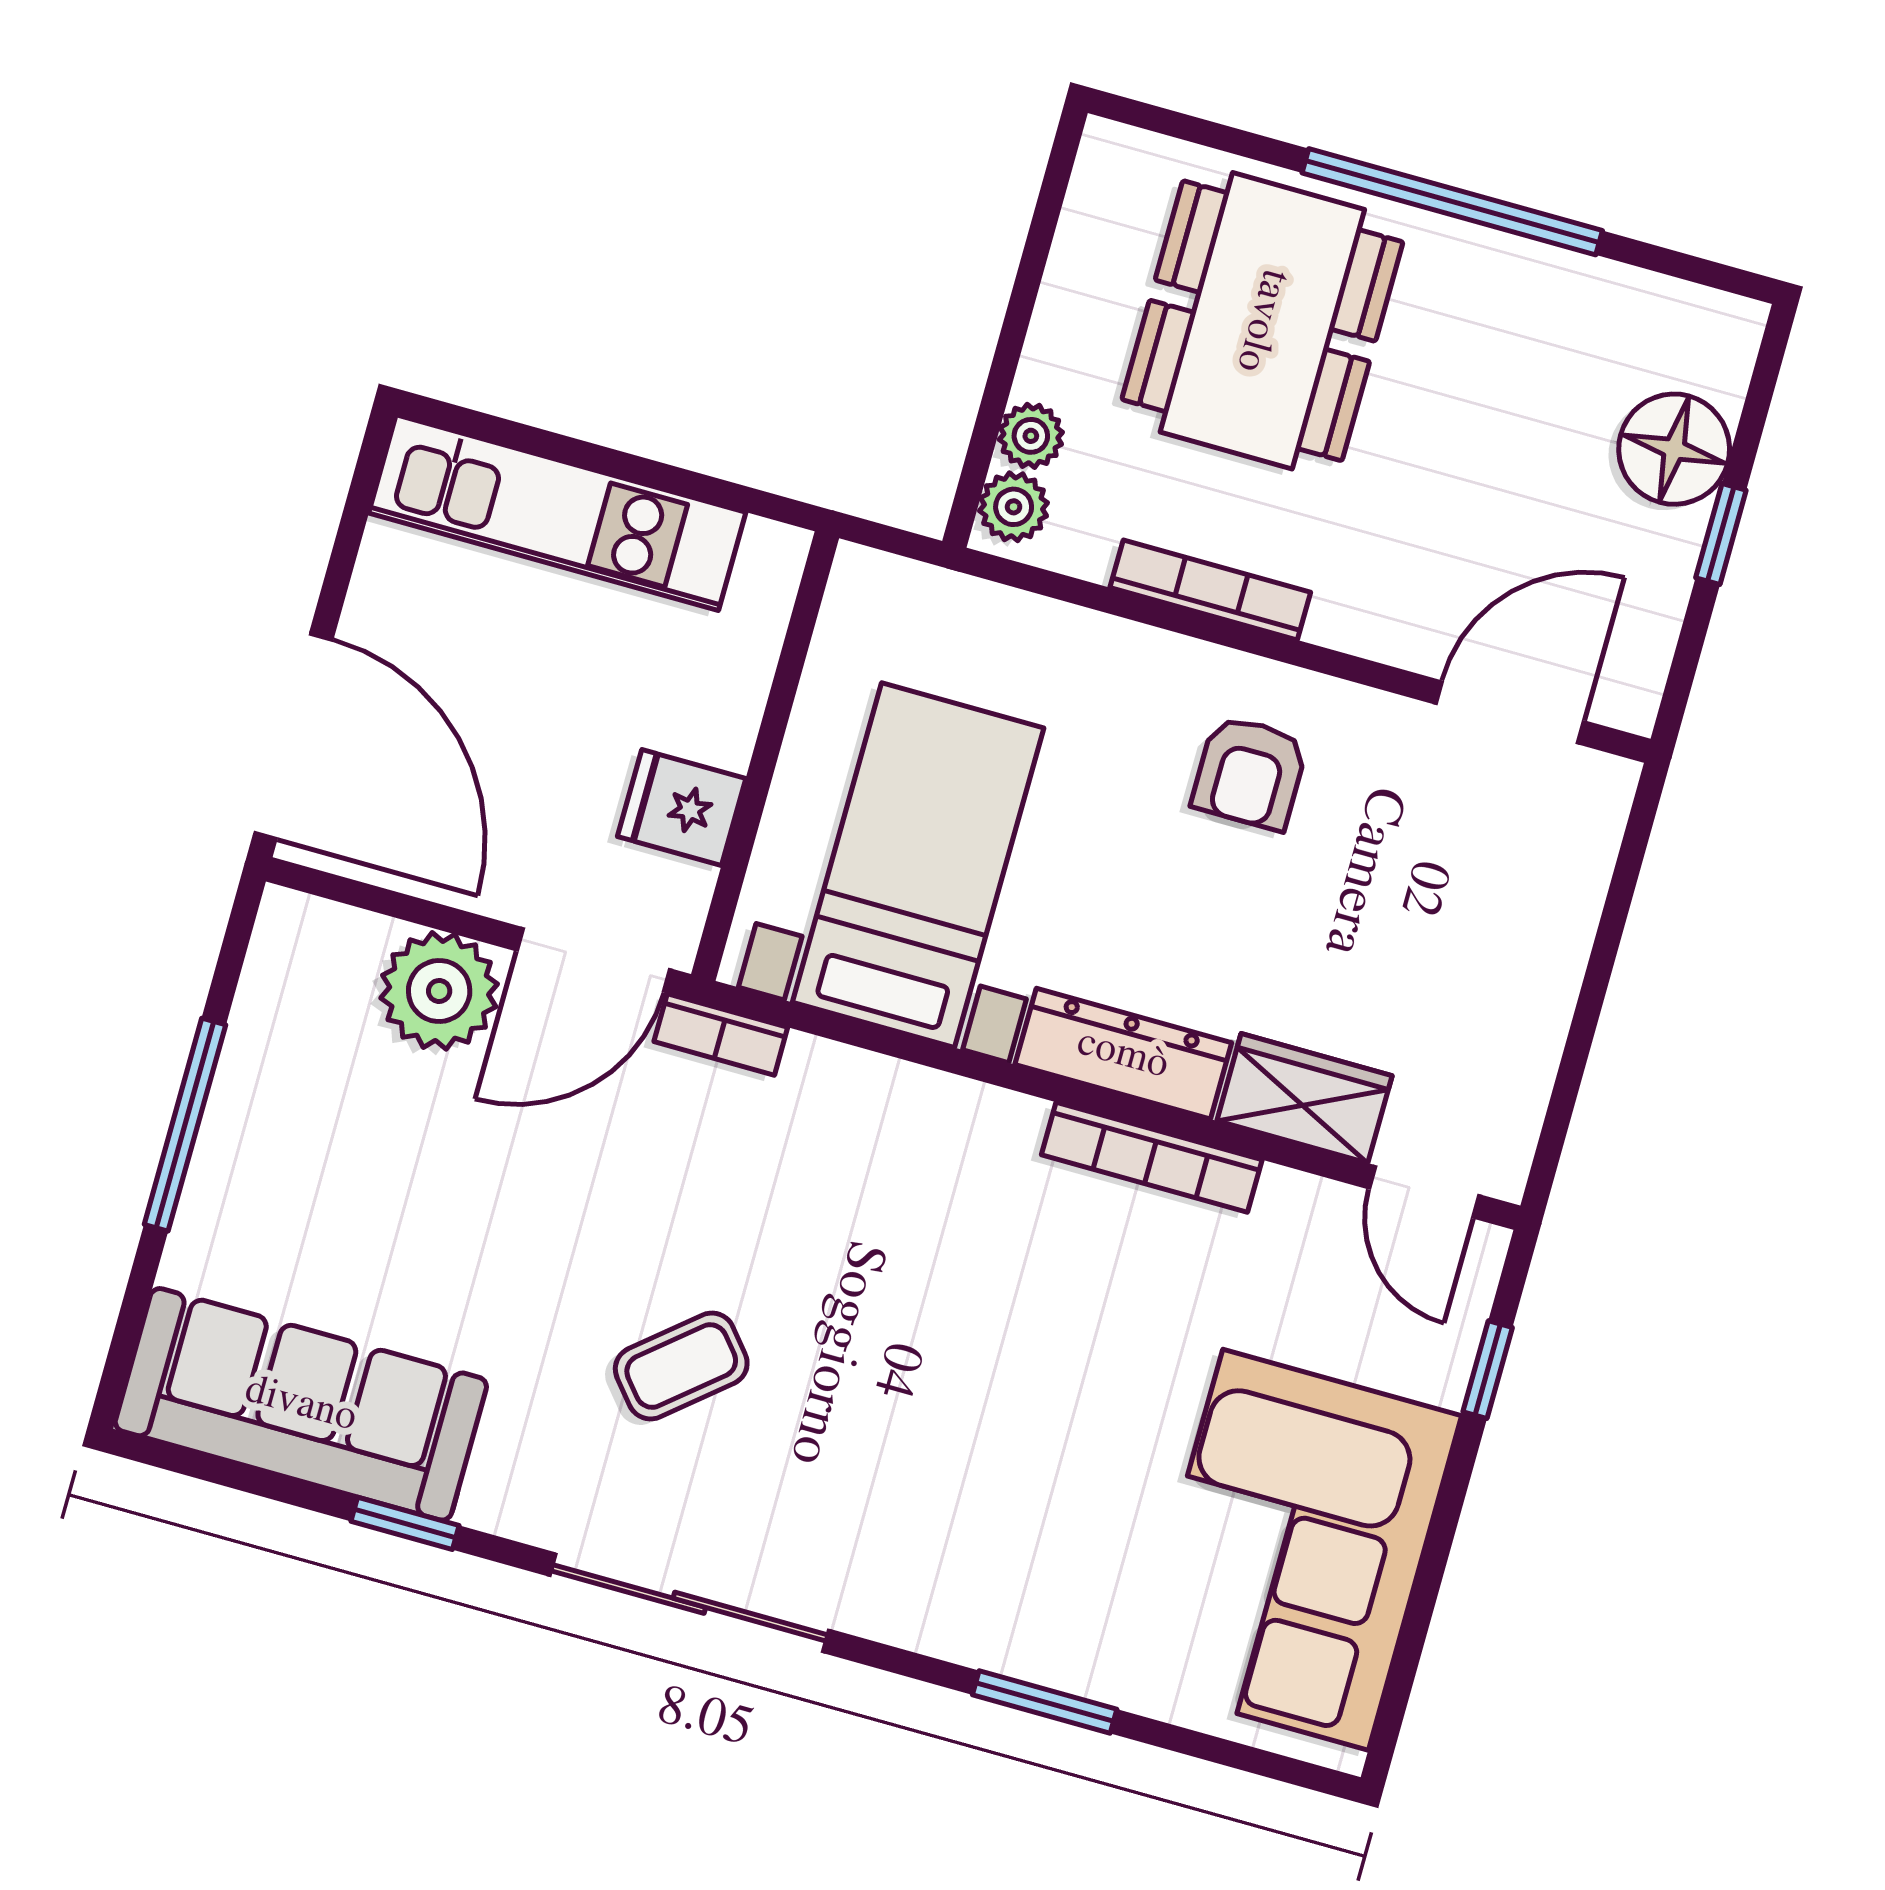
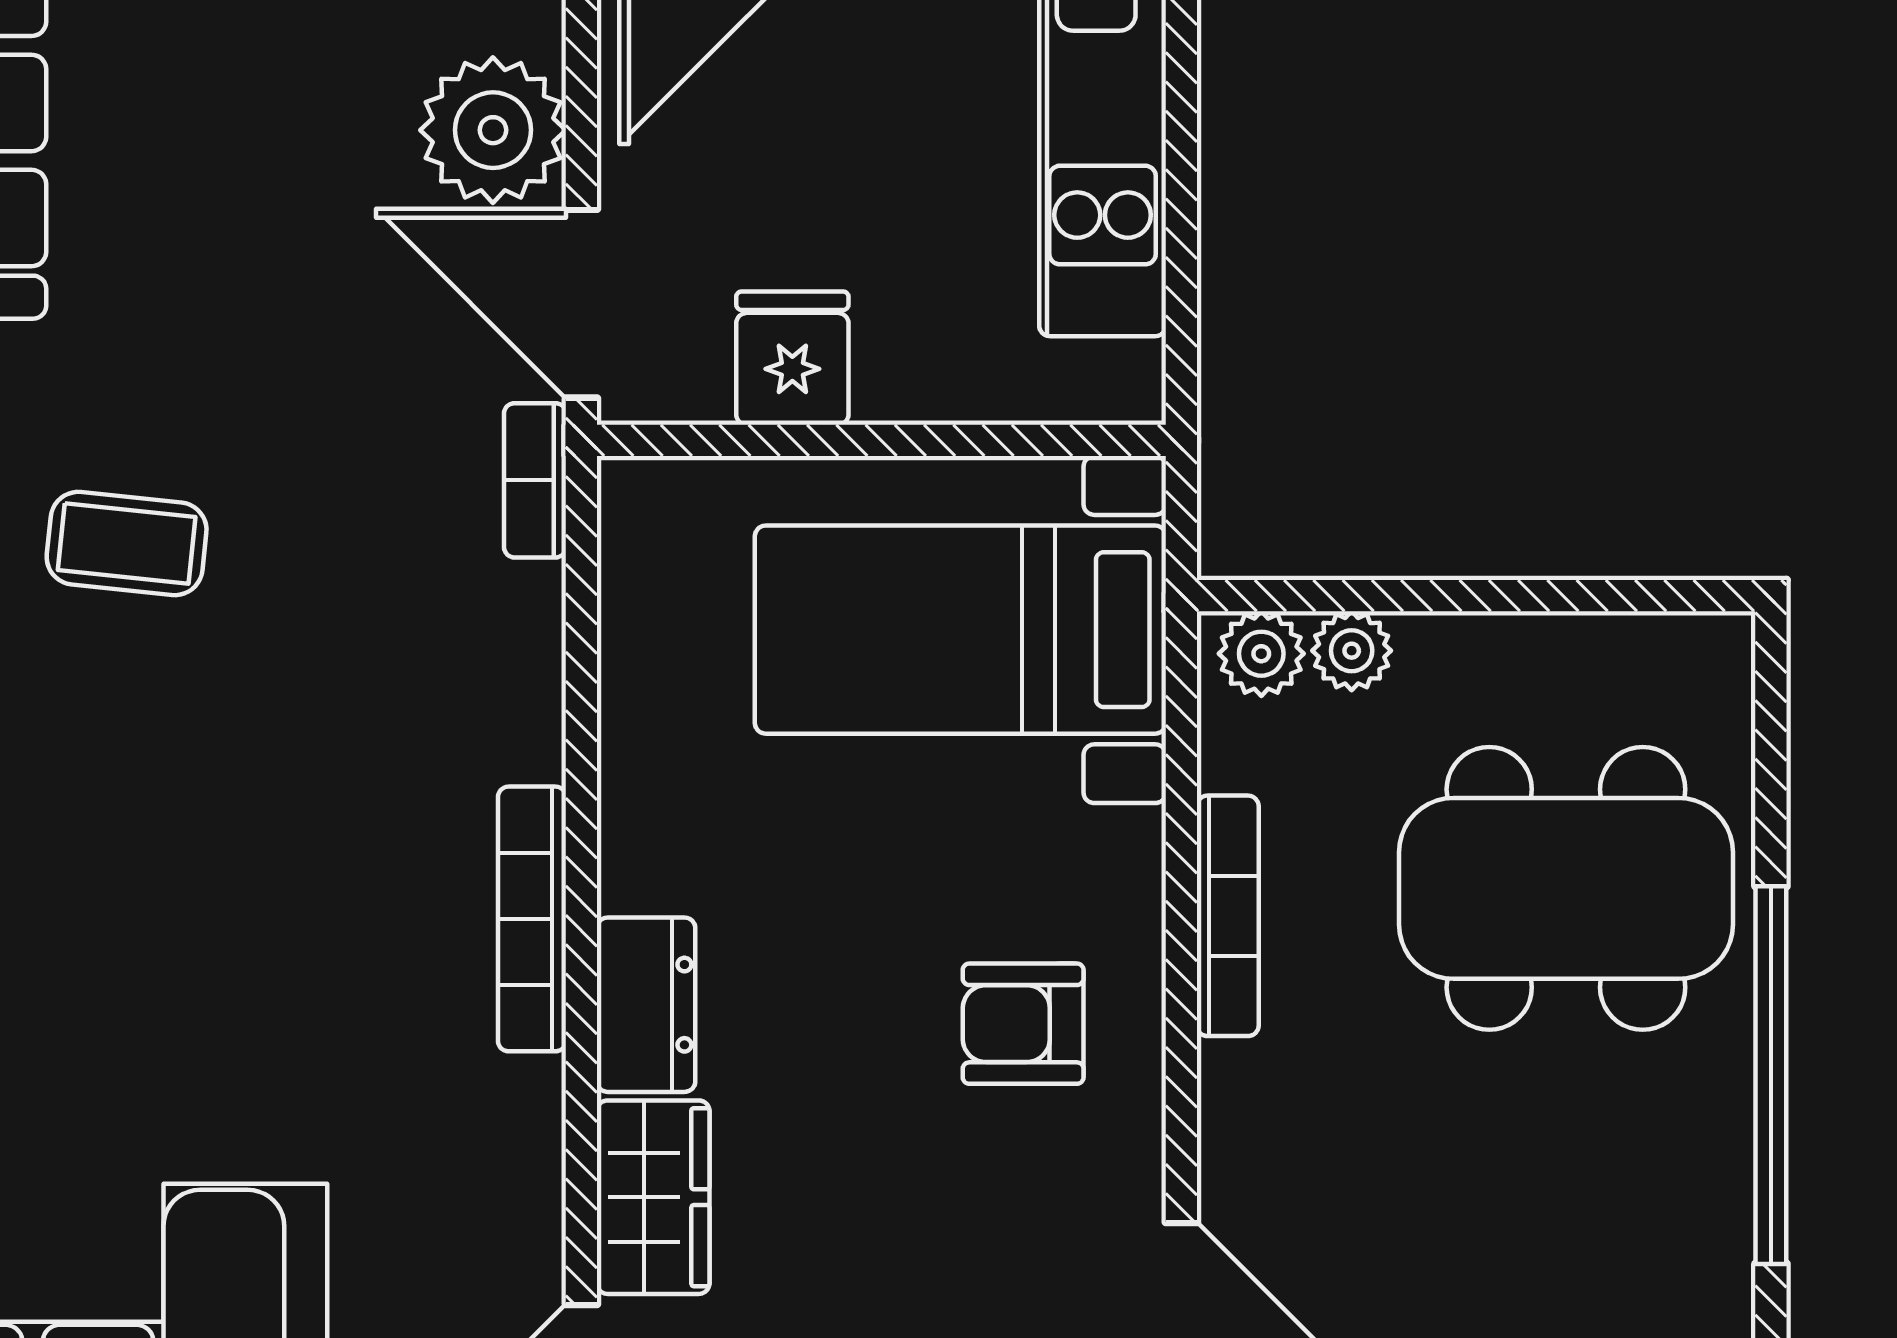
bed with nightstands: (918, 865) -> (960, 630), moved, turned 180
dresser: (1123, 1054) -> (646, 1005), width x0.70
bookcase: (1152, 1157) -> (532, 919), moved
coffee table: (681, 1366) -> (127, 544), turned -44

